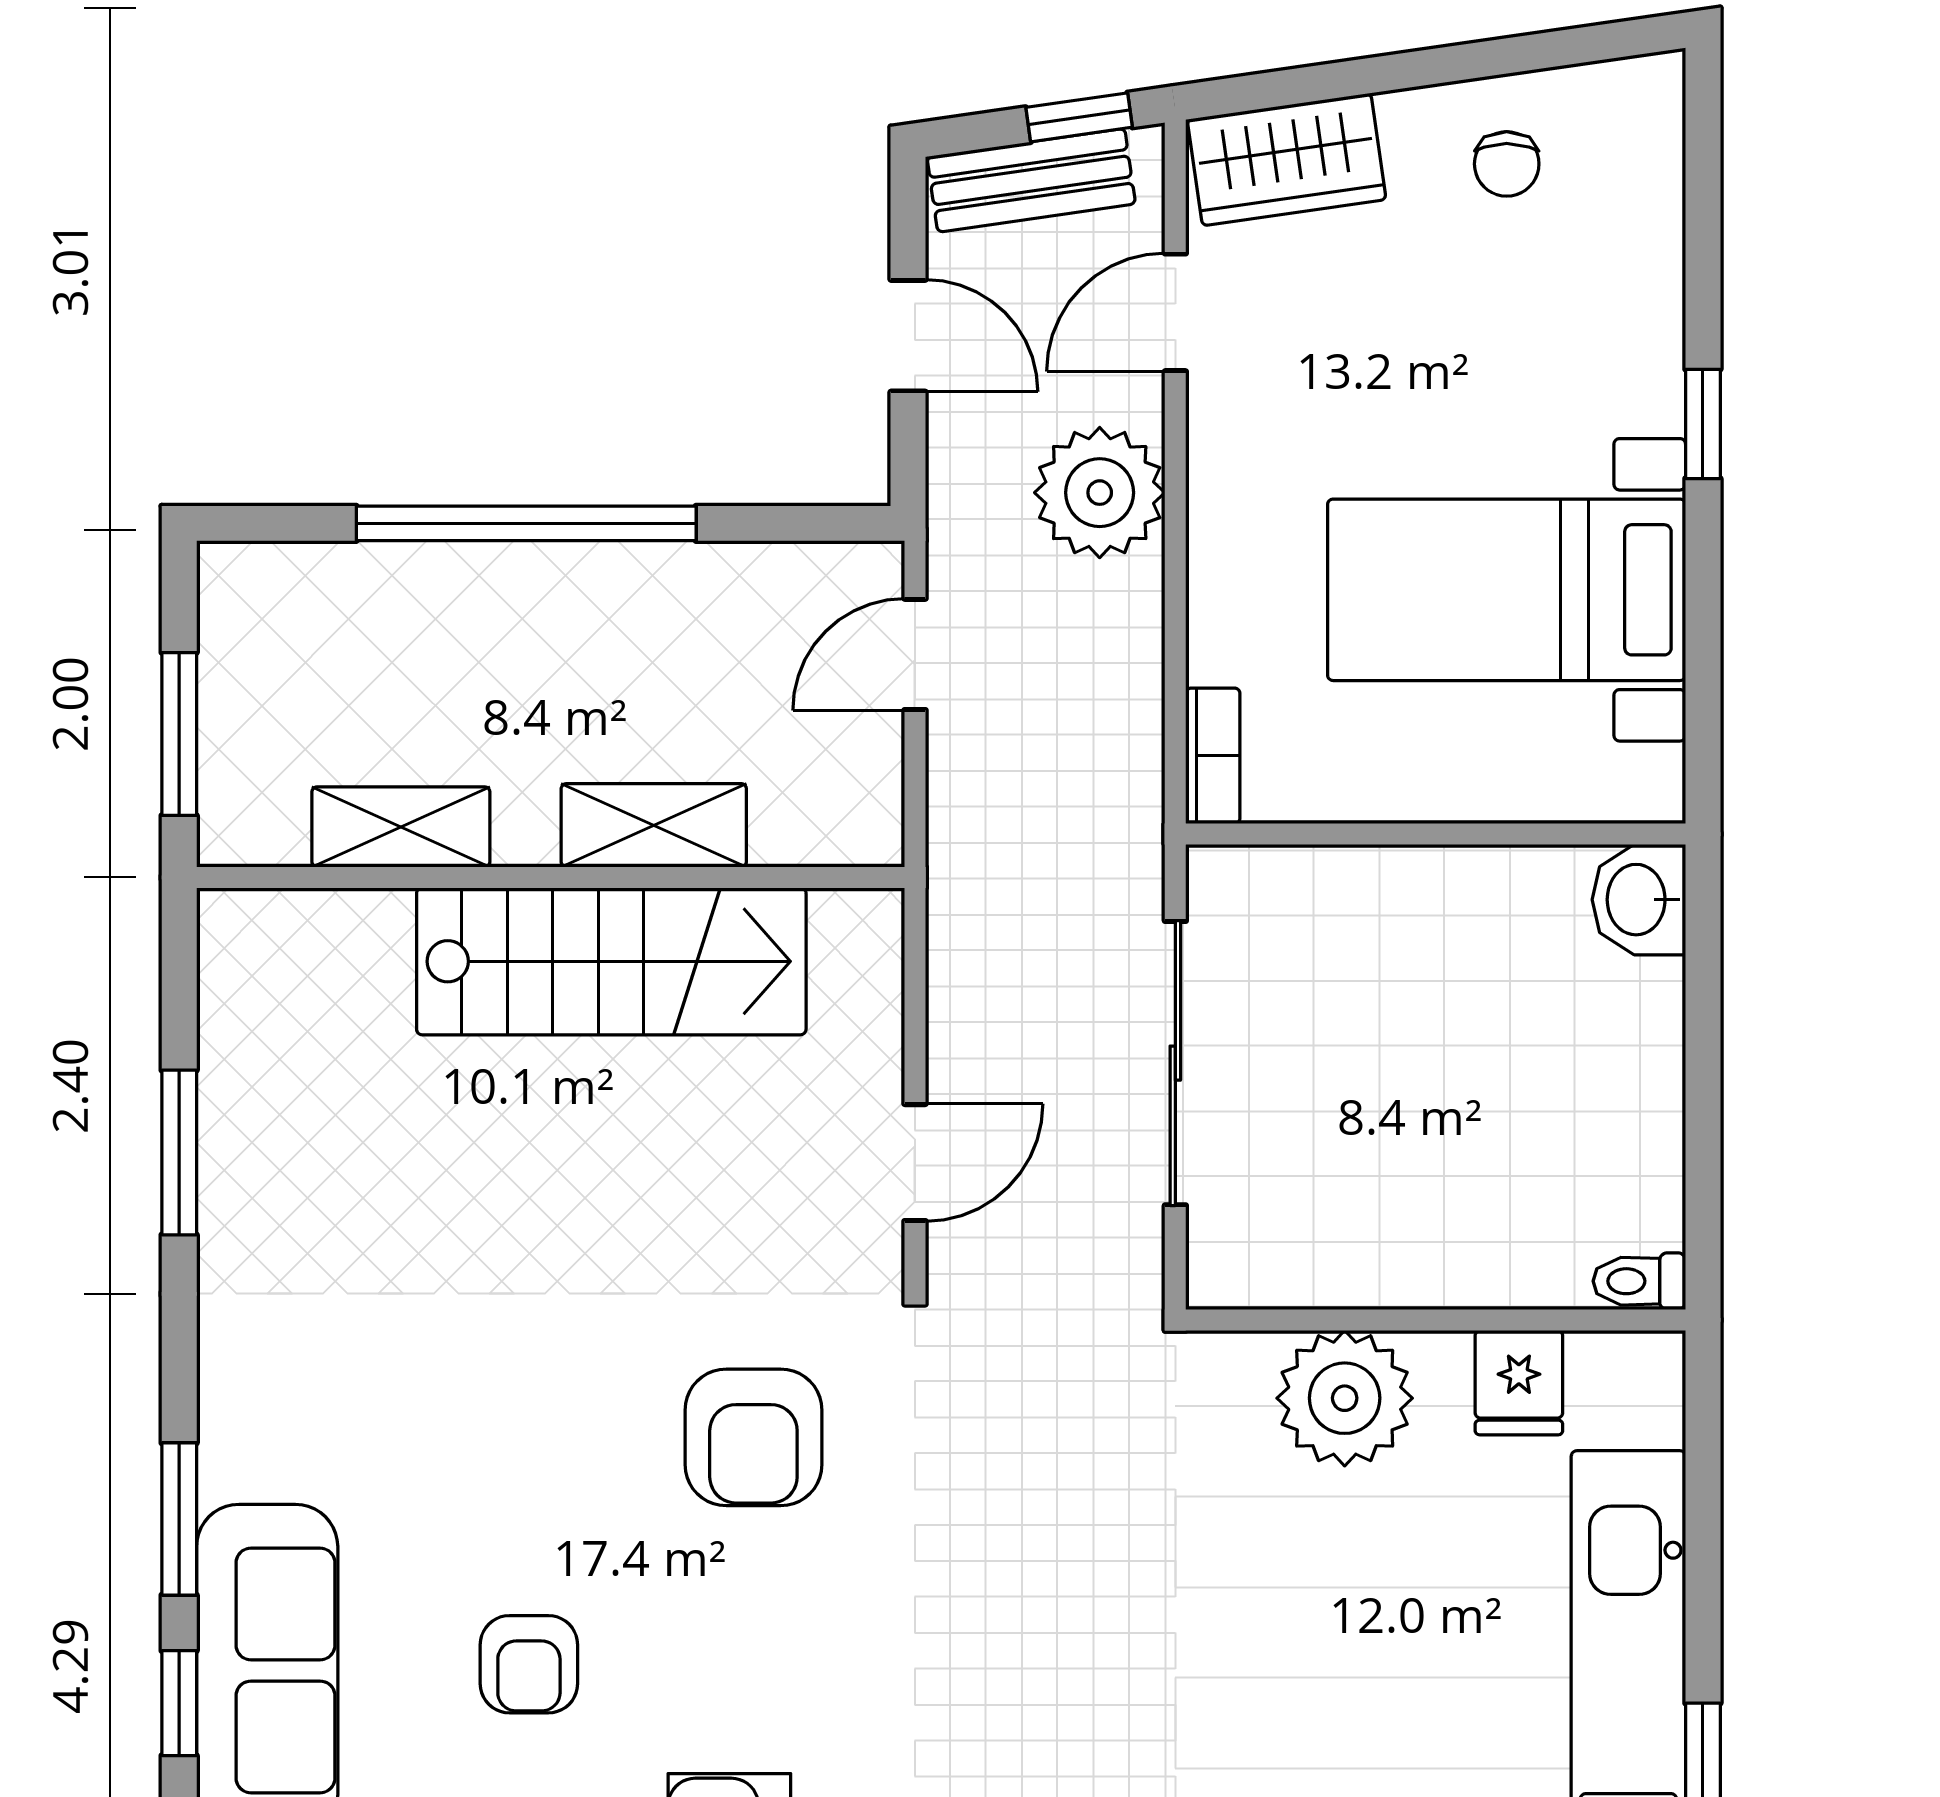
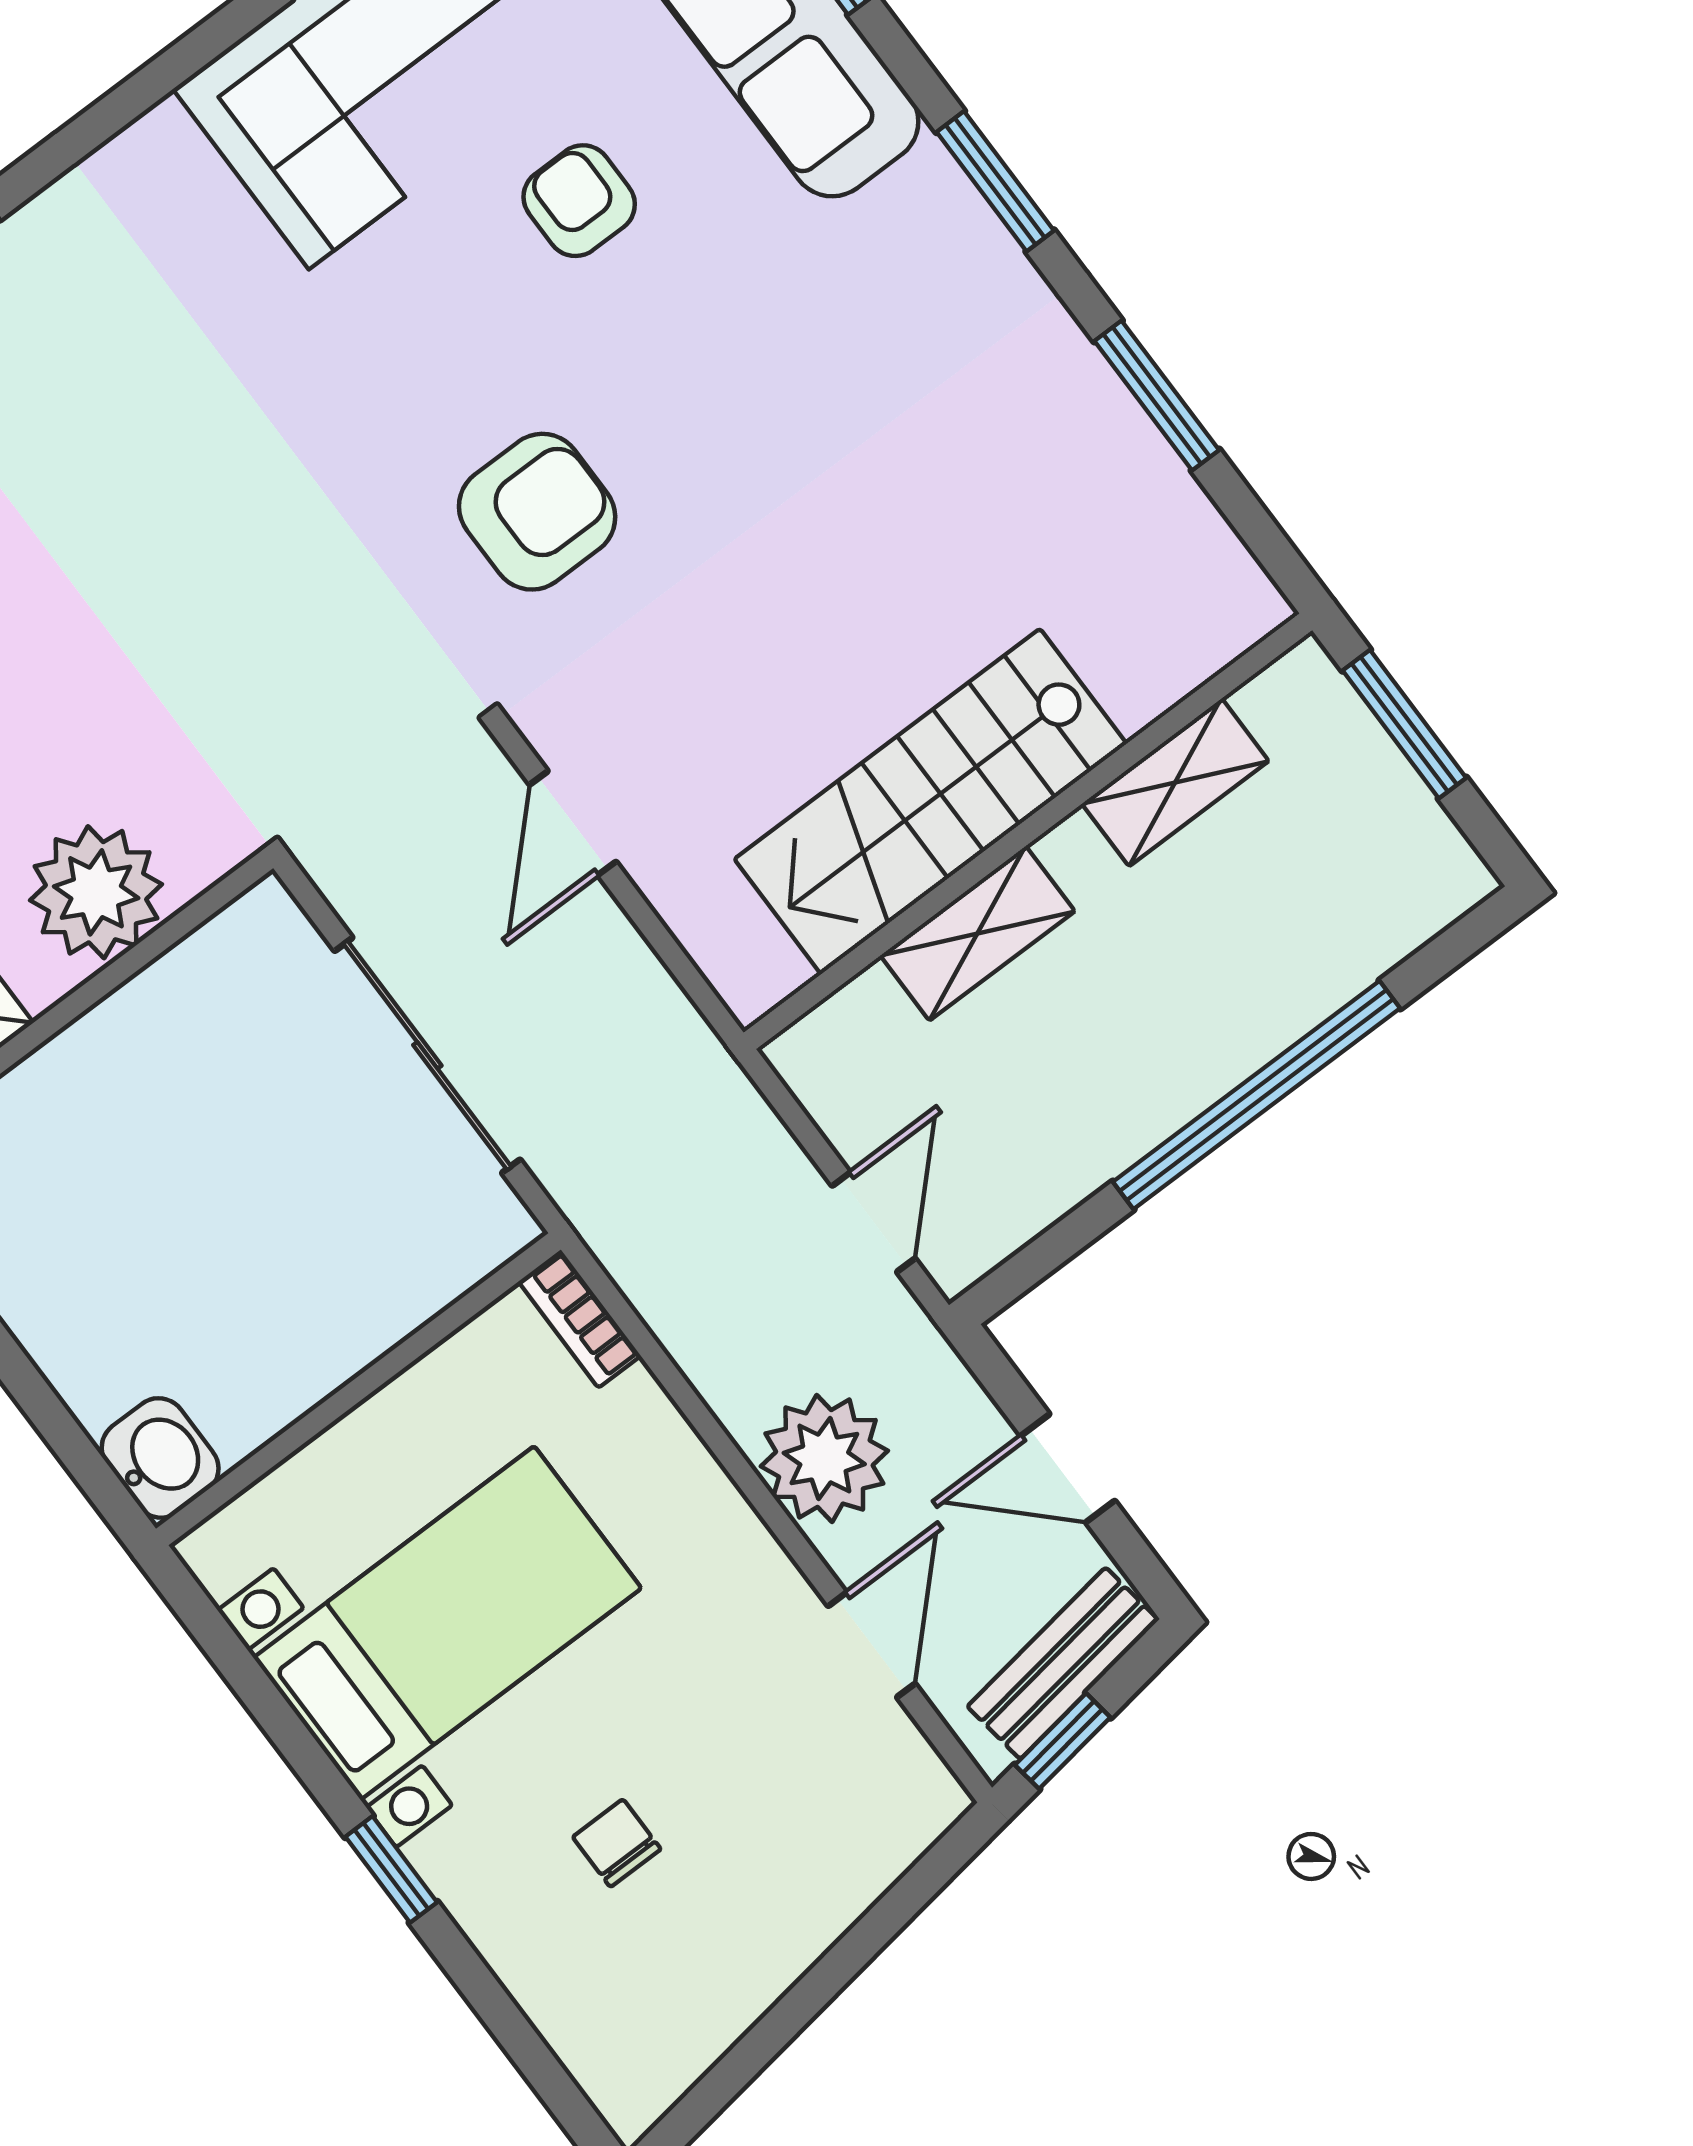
wardrobe: (1287, 159) -> (875, 1831), removed
chair: (1507, 164) -> (617, 1843), moved
armchair: (753, 1437) -> (537, 512), turned 90
window: (179, 1519) -> (995, 181), moved

